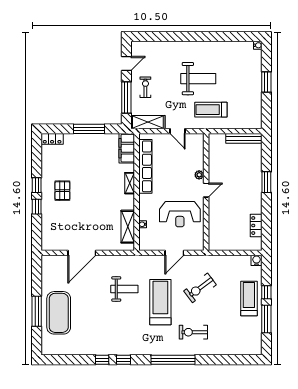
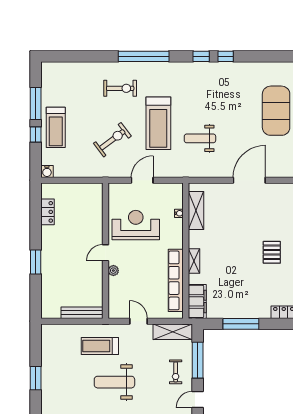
treadmill: (211, 110) -> (100, 346), turned 180
bench: (244, 138) -> (82, 313), moved

